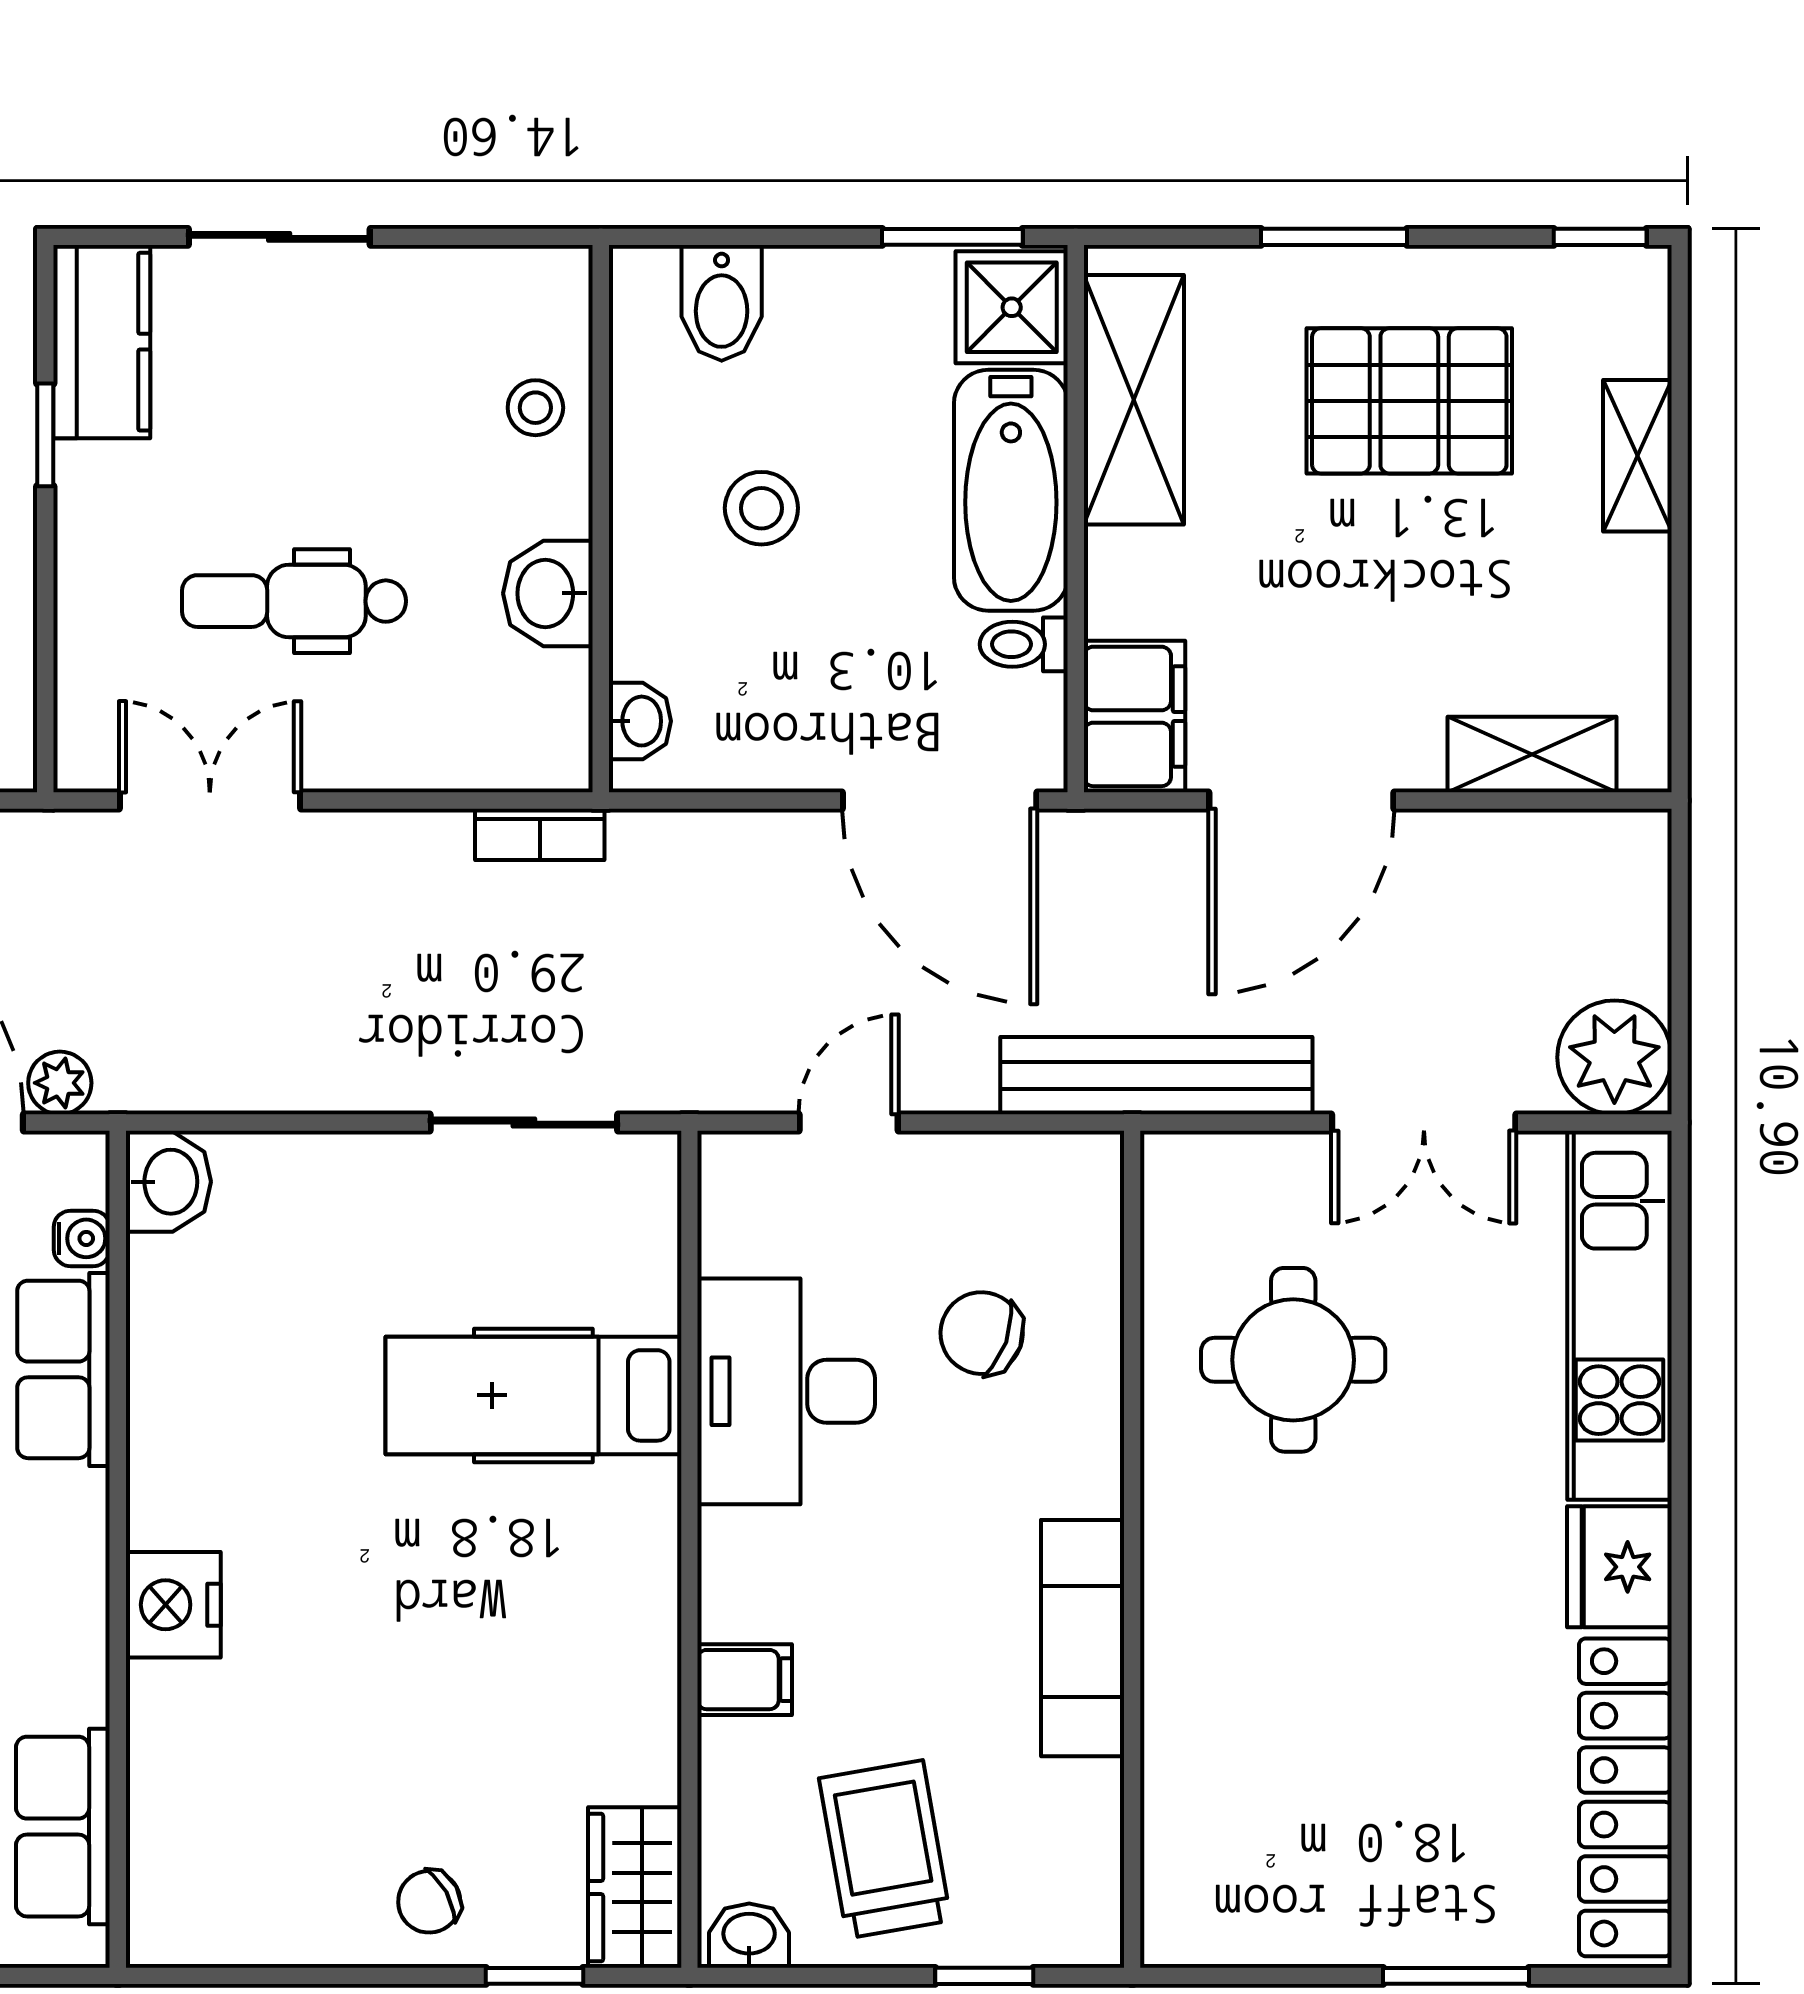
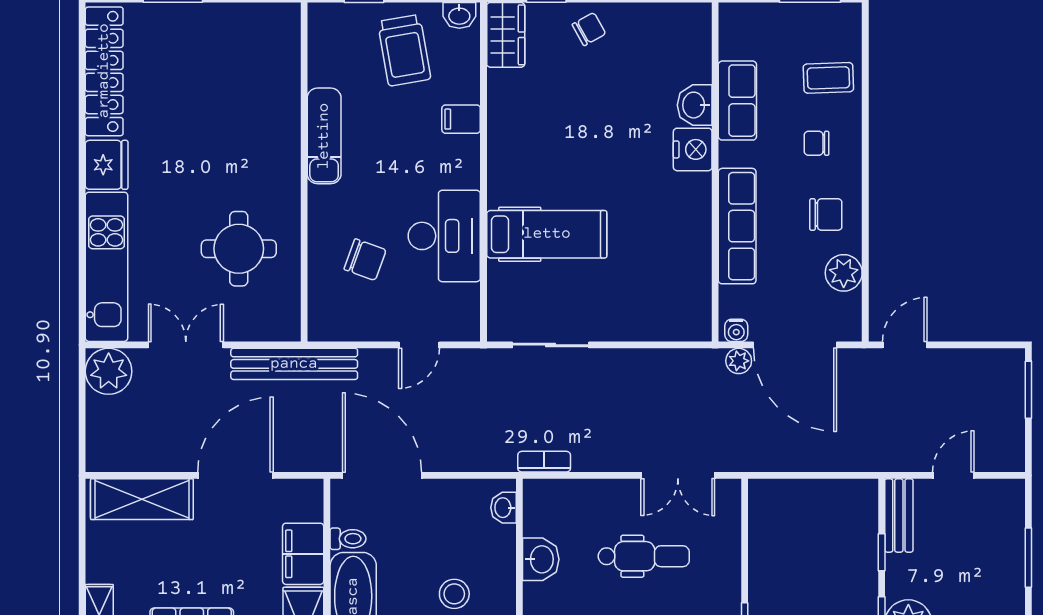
filing cabinet: (1134, 716) -> (303, 554), moved
shelving: (1532, 754) -> (142, 499), width x1.50, depth x1.33
washbasin: (168, 1182) -> (695, 105), moved
water cooler: (82, 1238) -> (736, 330), moved, turned -90
row of seats: (63, 1369) -> (737, 226), width x1.48
row of seats: (63, 1827) -> (737, 101), moved

